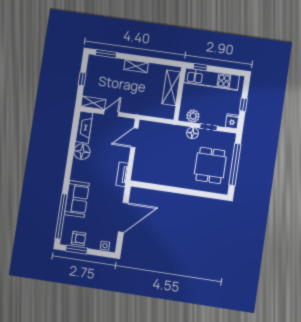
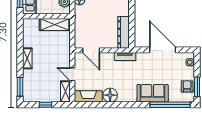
shelving: (171, 88) -> (55, 24), moved
dresser: (149, 177) -> (124, 32), added

